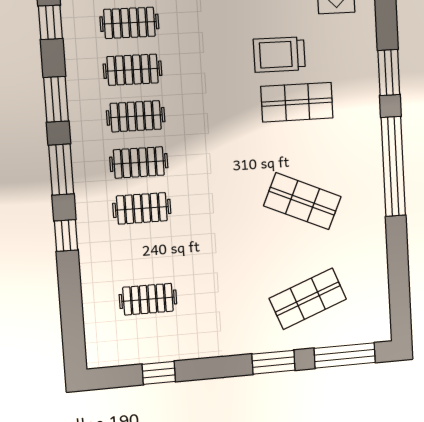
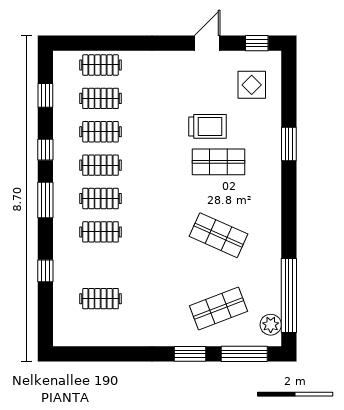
trolley: (279, 54) -> (207, 126), turned 180
window: (56, 99) -> (45, 150), width x0.67
window: (393, 167) -> (289, 296), moved
window: (66, 235) -> (45, 271), moved
plant: (377, 314) -> (271, 325), added
window: (159, 373) -> (105, 354), removed

